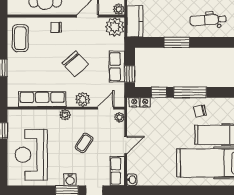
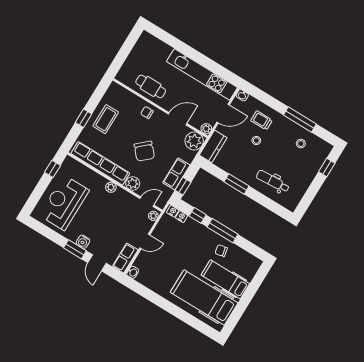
coffee table: (20, 38) -> (106, 119), moved
row of seats: (42, 99) -> (100, 163), width x1.36
coffee table: (84, 143) -> (112, 219), removed

